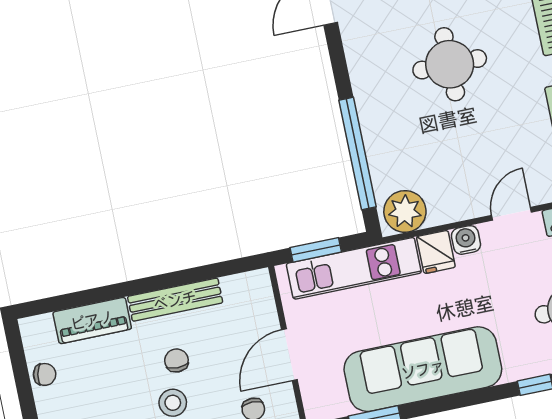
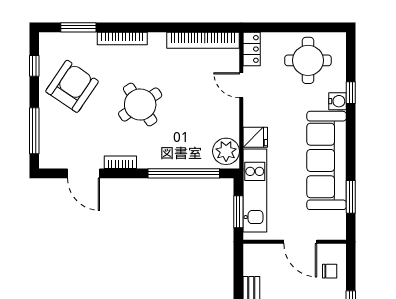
bookcase: (354, 52) -> (120, 162), added
round table: (450, 64) -> (140, 104), turned -34
water cooler: (466, 240) -> (338, 101), moved, turned 180

